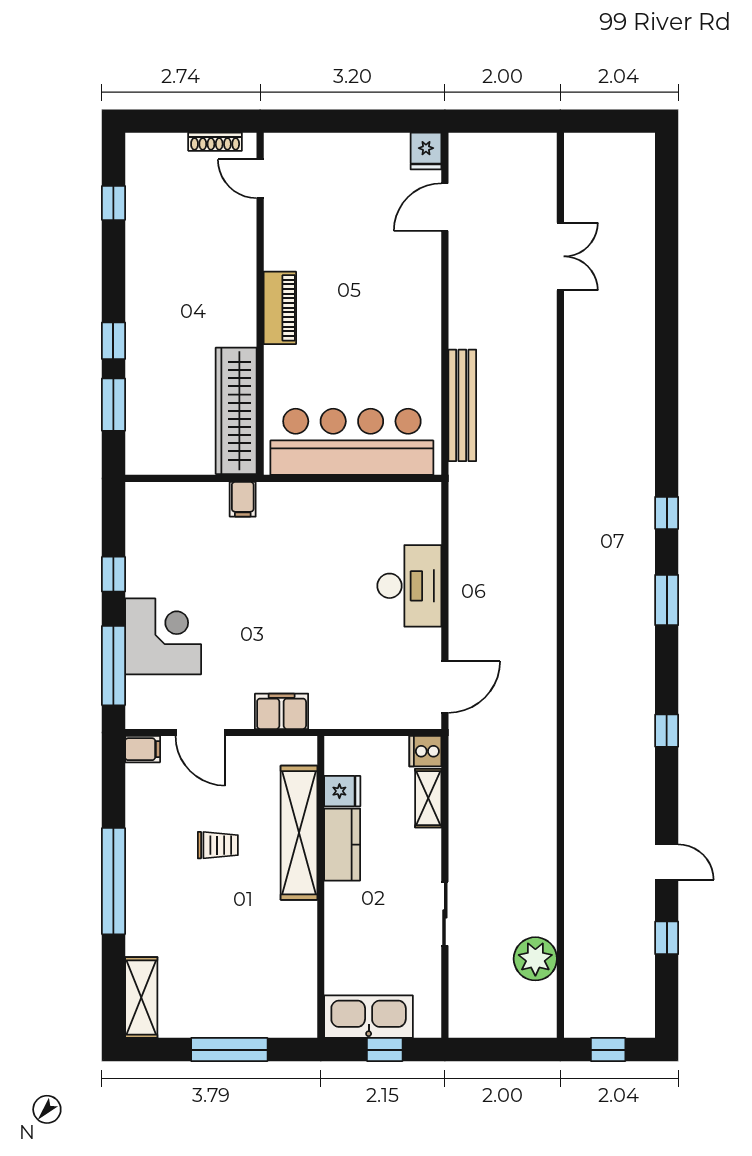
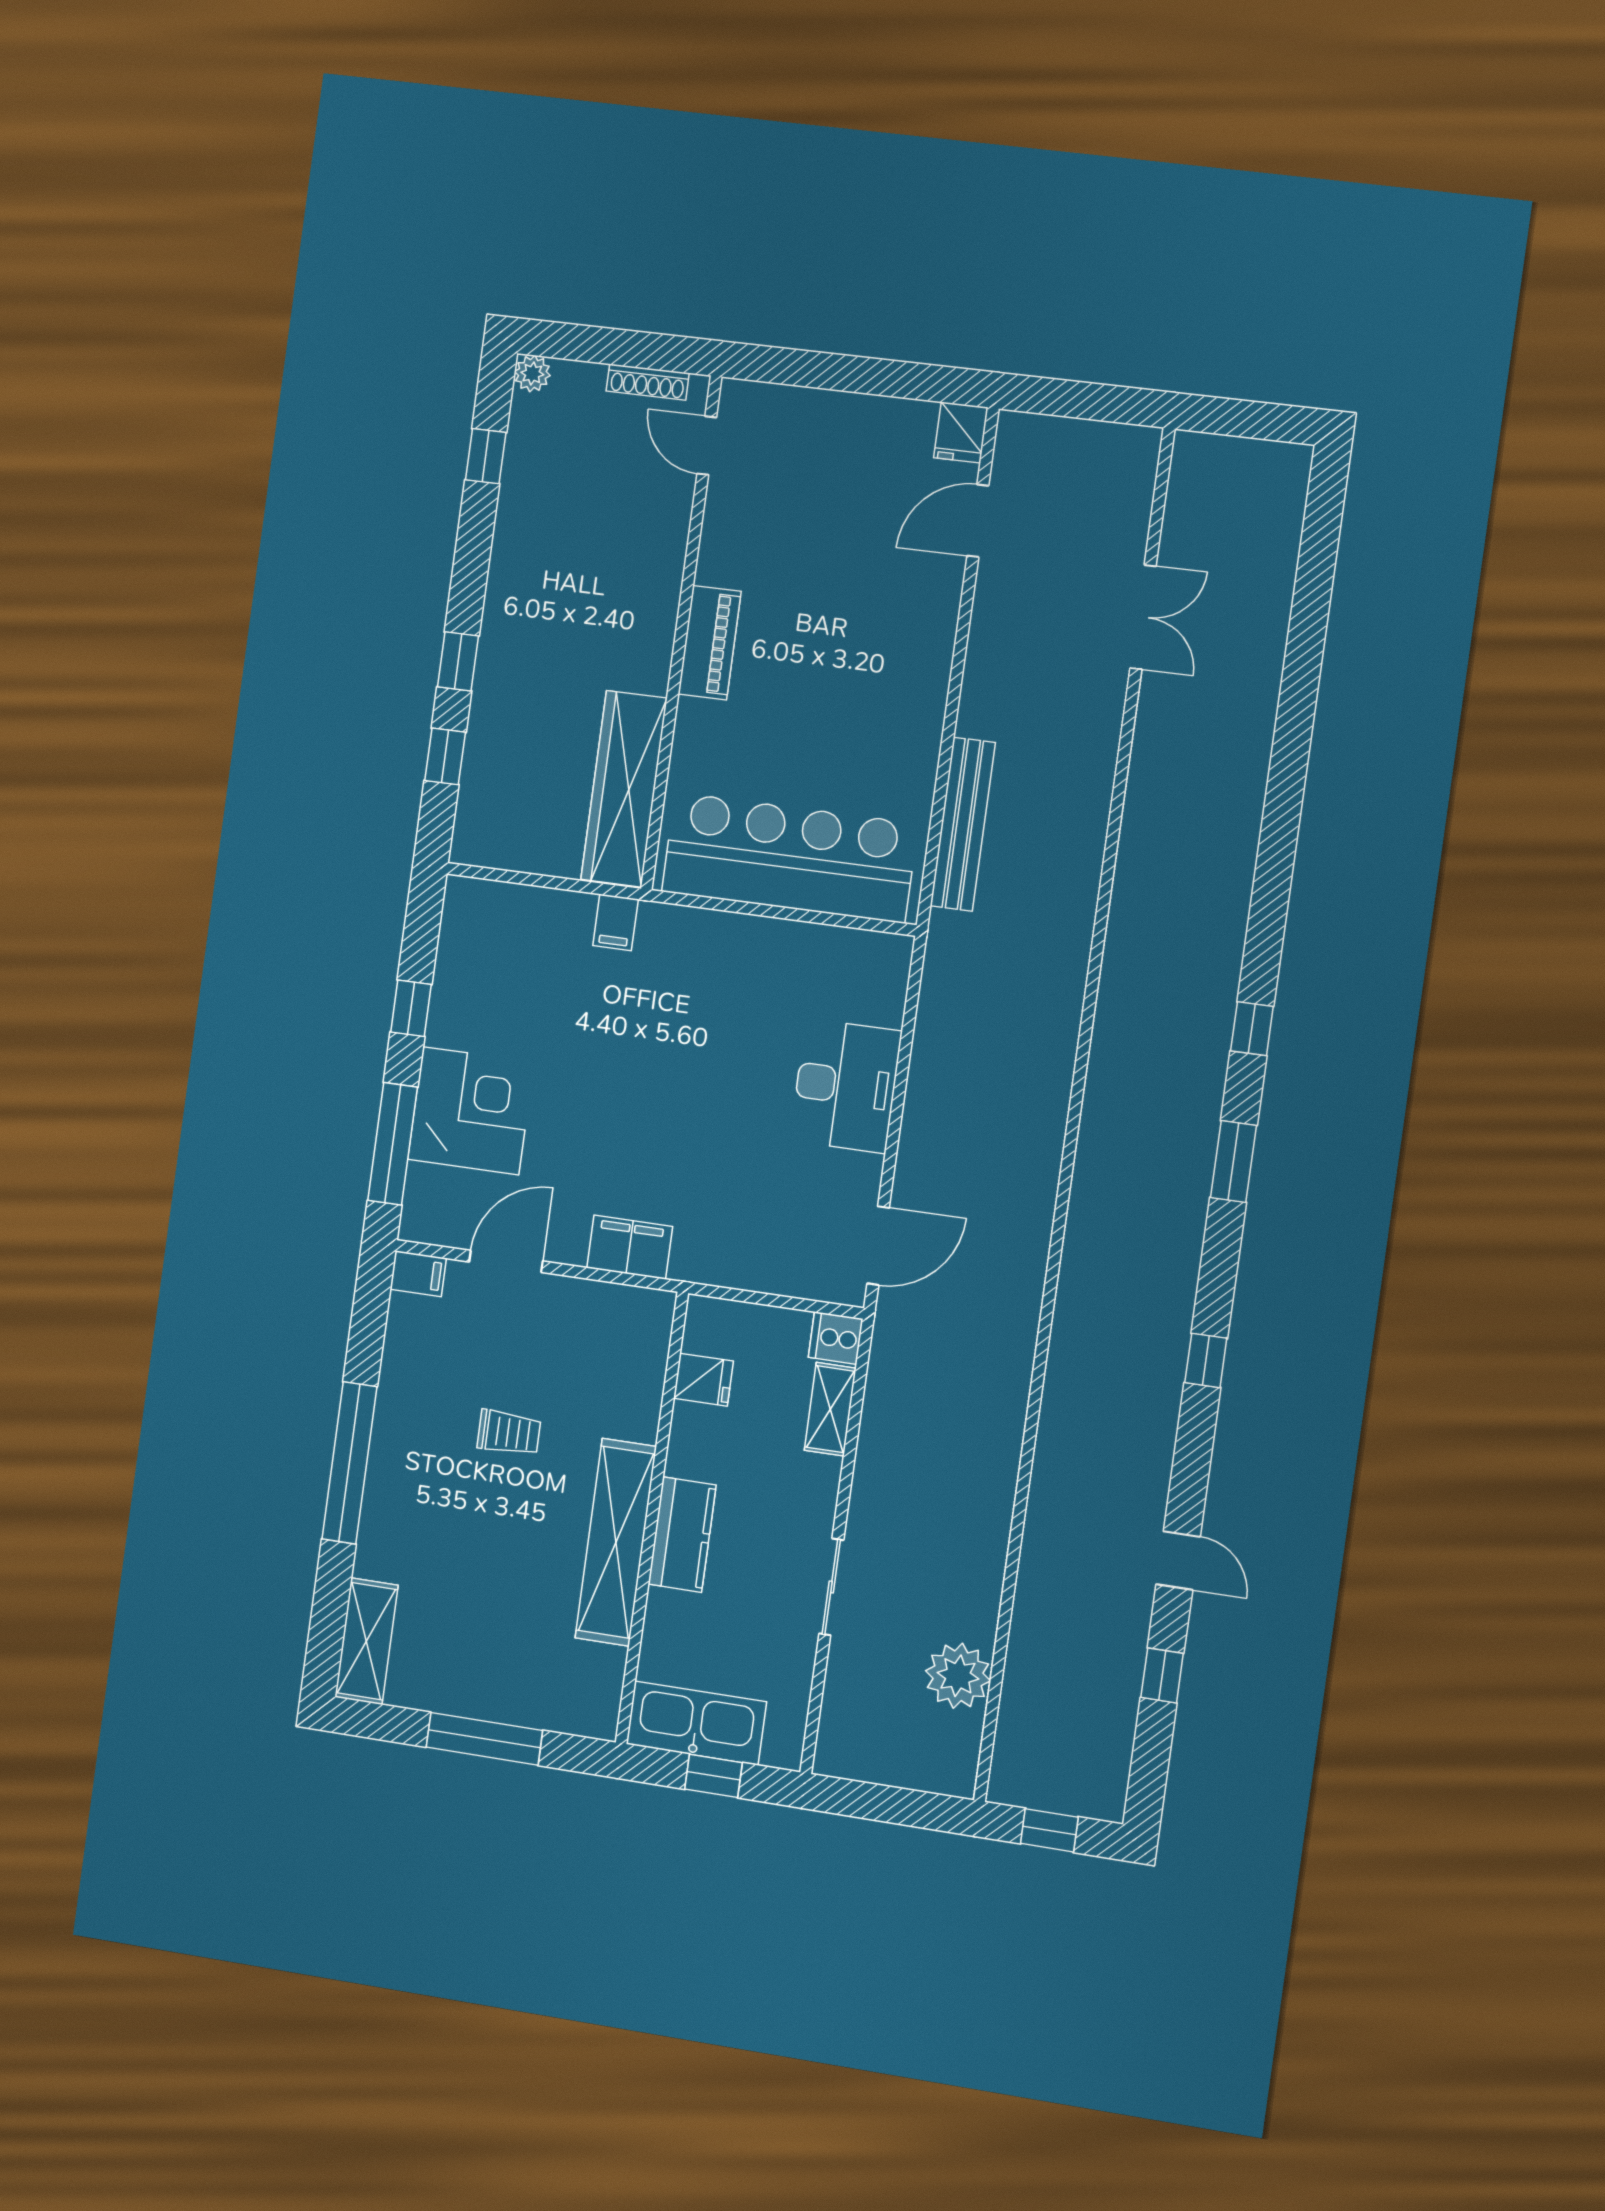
plant: (137, 145) -> (532, 374), added
window: (113, 405) -> (445, 756), width x0.67
door: (200, 733) -> (506, 1261), swing flipped
shelving: (299, 833) -> (616, 1542), moved
kitchen counter: (342, 845) -> (682, 1535), moved

